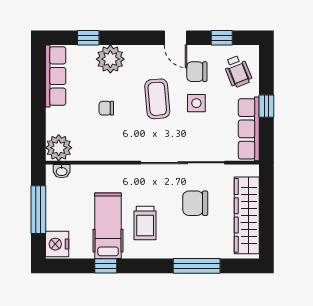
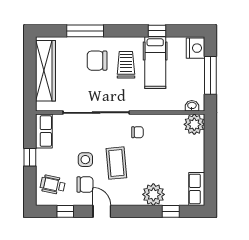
wheelchair: (238, 71) -> (53, 185), turned -56
row of seats: (56, 76) -> (197, 189), width x0.68
chair: (106, 108) -> (137, 132), moved
row of seats: (249, 129) -> (44, 131), width x0.68
chair: (195, 203) -> (97, 61), moved, turned 180

